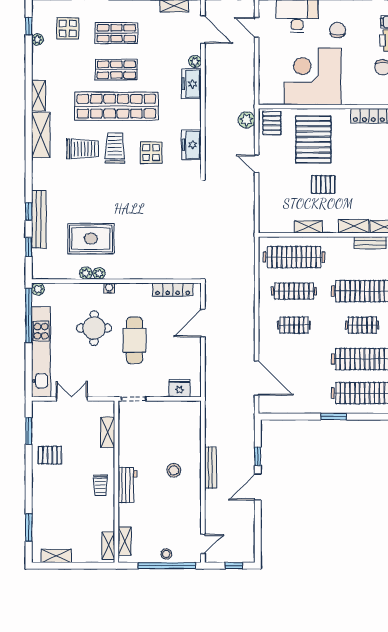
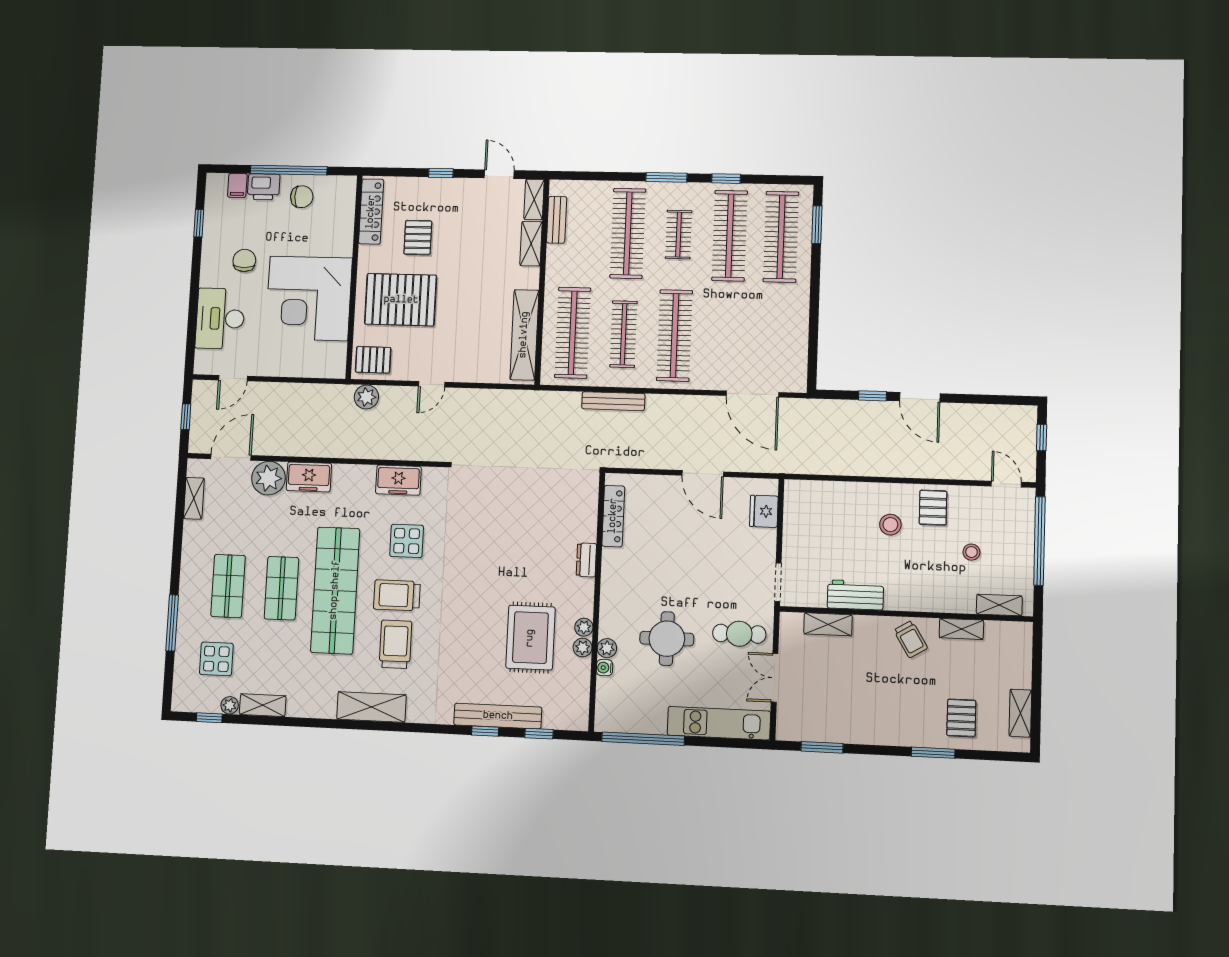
chair: (338, 30) -> (244, 260), turned 90
plant: (195, 62) -> (268, 478), width x1.87, depth x1.87
shelving: (39, 96) -> (263, 705), moved
pallet: (323, 184) -> (418, 238), moved
shelving: (308, 227) -> (524, 335), width x2.20, depth x1.33
dresser: (143, 273) -> (586, 560), added
water cooler: (109, 288) -> (605, 668), moved
plant: (38, 289) -> (607, 648), moved
door: (203, 323) -> (703, 474), moved
clothes rail: (294, 325) -> (675, 336), width x1.86, depth x1.31
cafe table: (134, 340) -> (739, 634), moved, width x0.73, depth x0.74
kitchen unit: (41, 352) -> (719, 723), width x0.73
door: (257, 378) -> (752, 394), swing flipped
window: (334, 417) -> (817, 225), moved
pallet: (50, 455) -> (961, 718), moved
bench: (210, 468) -> (613, 401), moved
trolley: (100, 485) -> (911, 639), turned 59
workbench: (127, 485) -> (855, 595), moved
pallet: (186, 497) -> (933, 508), added
window: (29, 528) -> (933, 753), moved
shelving: (108, 546) -> (961, 629), moved
stool: (166, 554) -> (971, 552), moved

